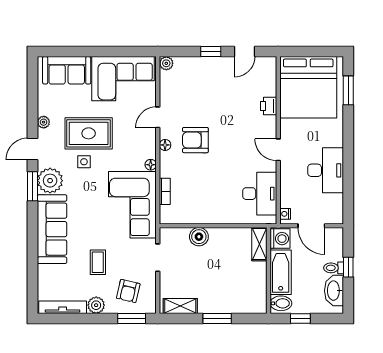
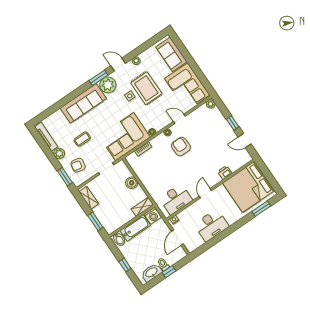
washing machine: (280, 239) -> (153, 216), moved
shelving: (259, 244) -> (142, 207), moved
wall: (268, 271) -> (132, 221), moved
bathtub: (281, 272) -> (135, 228), moved
bidet: (281, 303) -> (119, 239), moved

